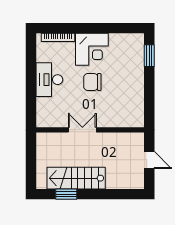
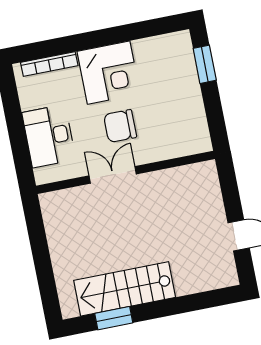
double door: (82, 130) -> (113, 175), moved
wall: (90, 130) -> (125, 172), moved

